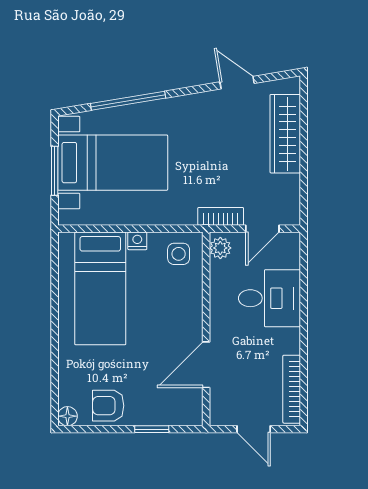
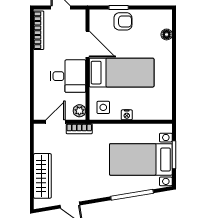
bed: (100, 288) -> (122, 73), moved, turned 90
desk: (270, 298) -> (68, 76), moved, turned 180
door: (206, 365) -> (87, 44), hinge flipped
armchair: (108, 406) -> (123, 21), moved
floor lamp: (67, 416) -> (167, 34), moved

